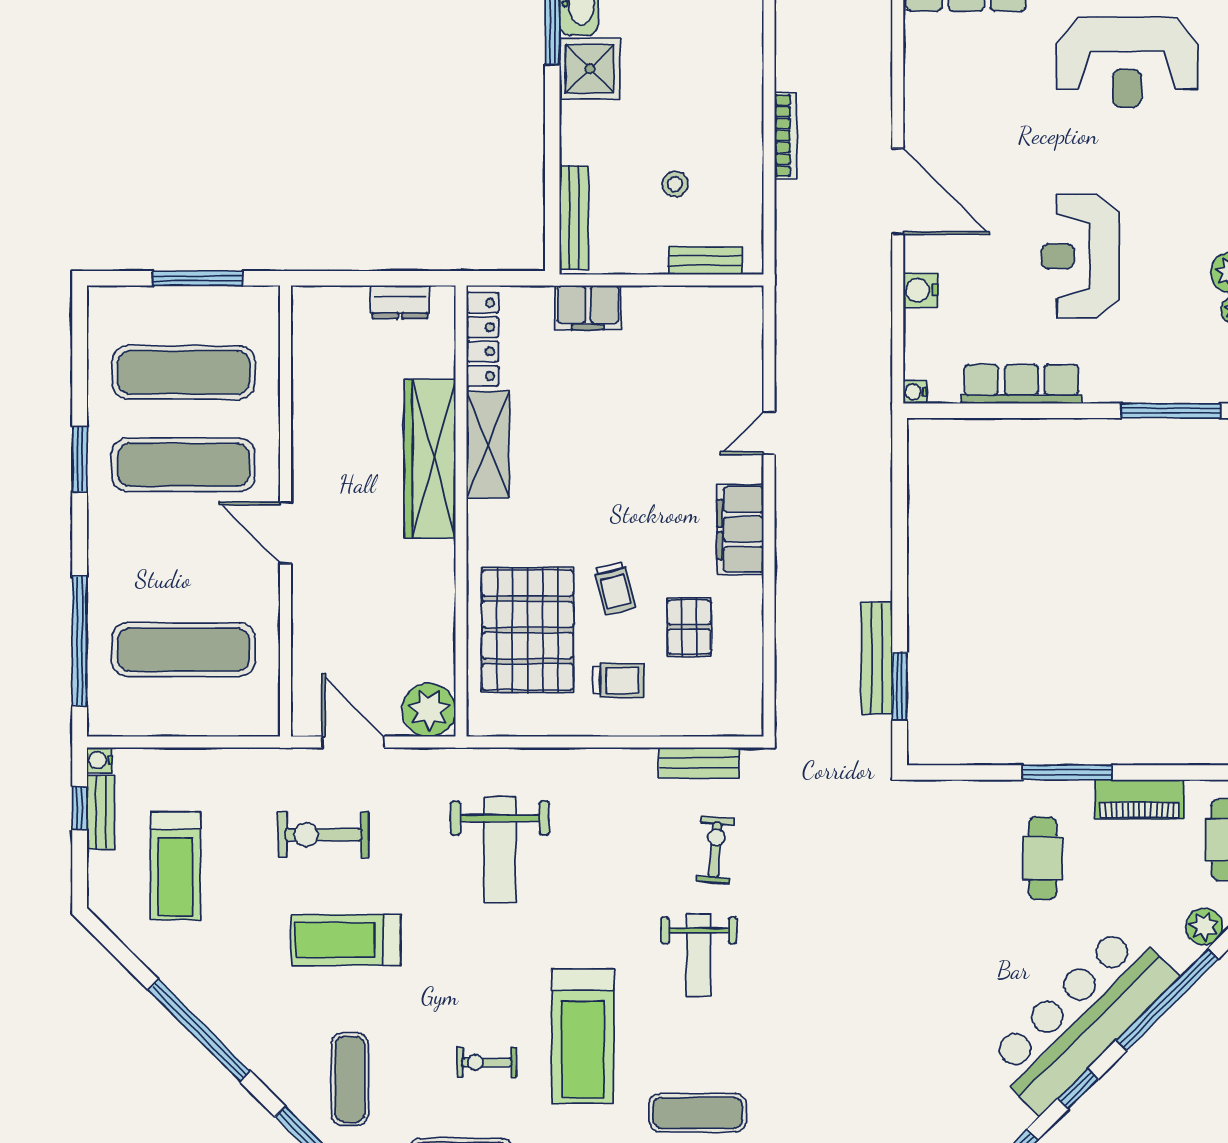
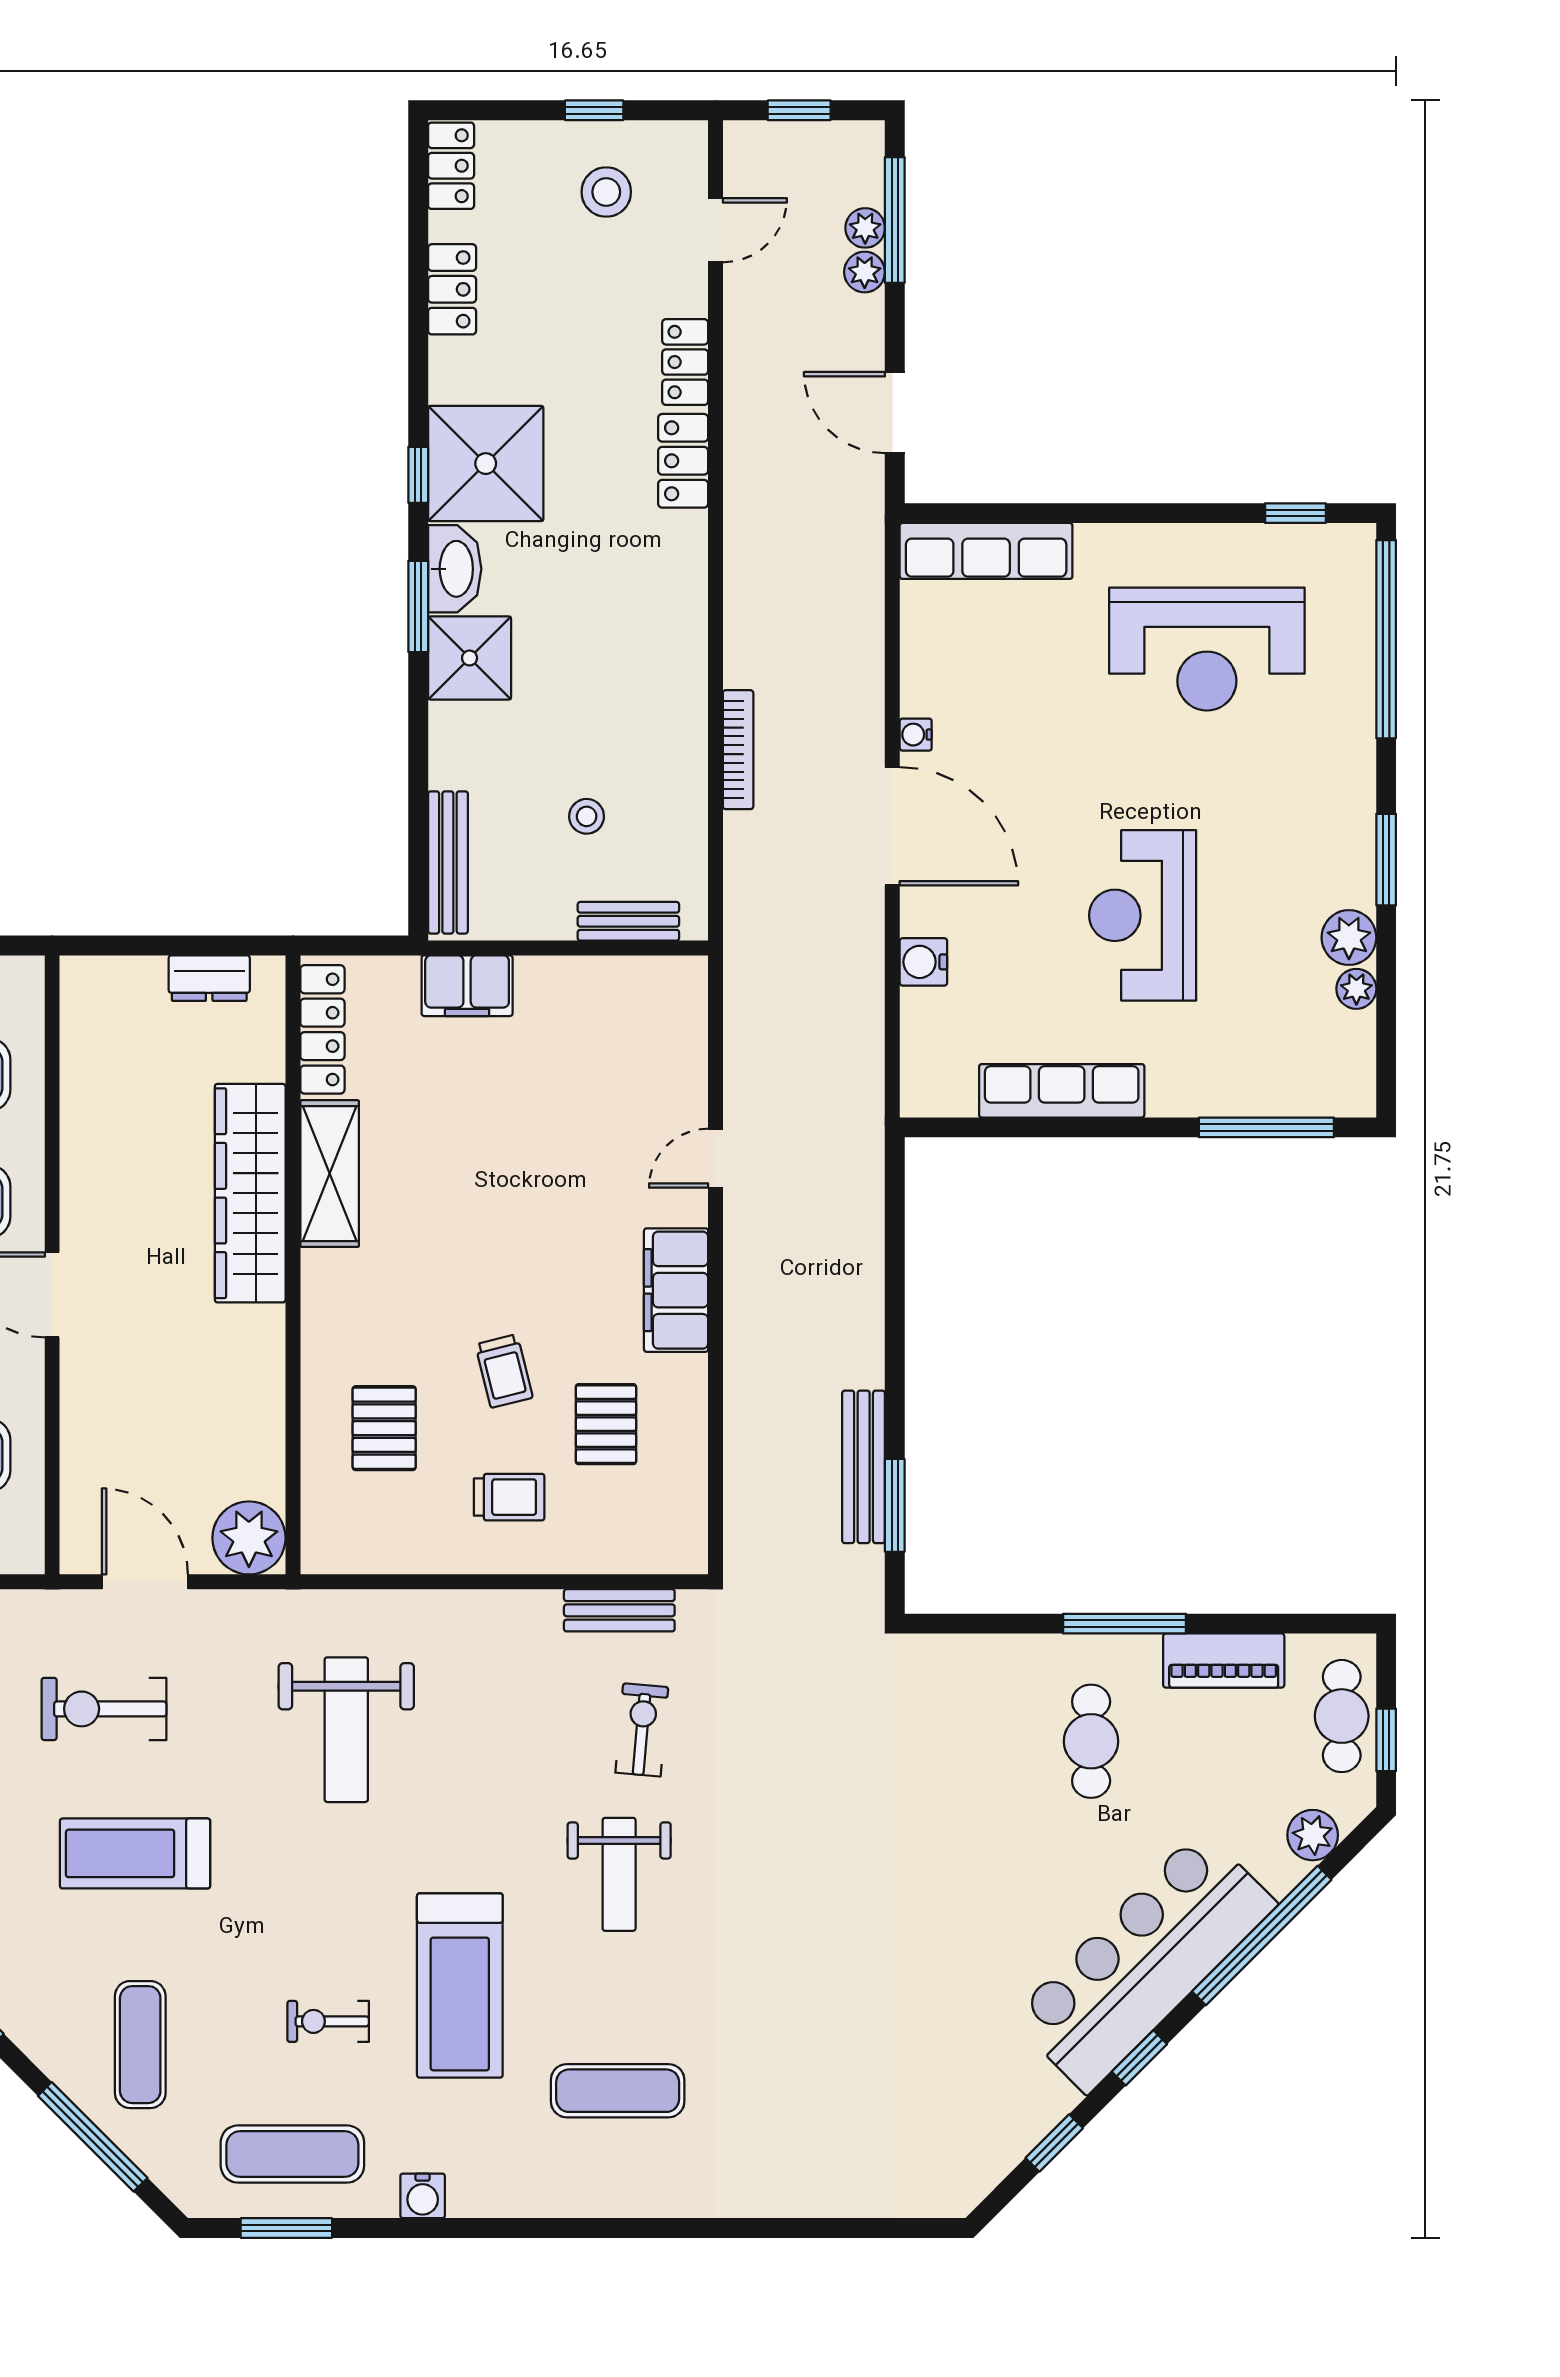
water cooler: (915, 392) -> (916, 735), moved
pallet: (528, 630) -> (384, 1428), width x0.49, depth x0.50

